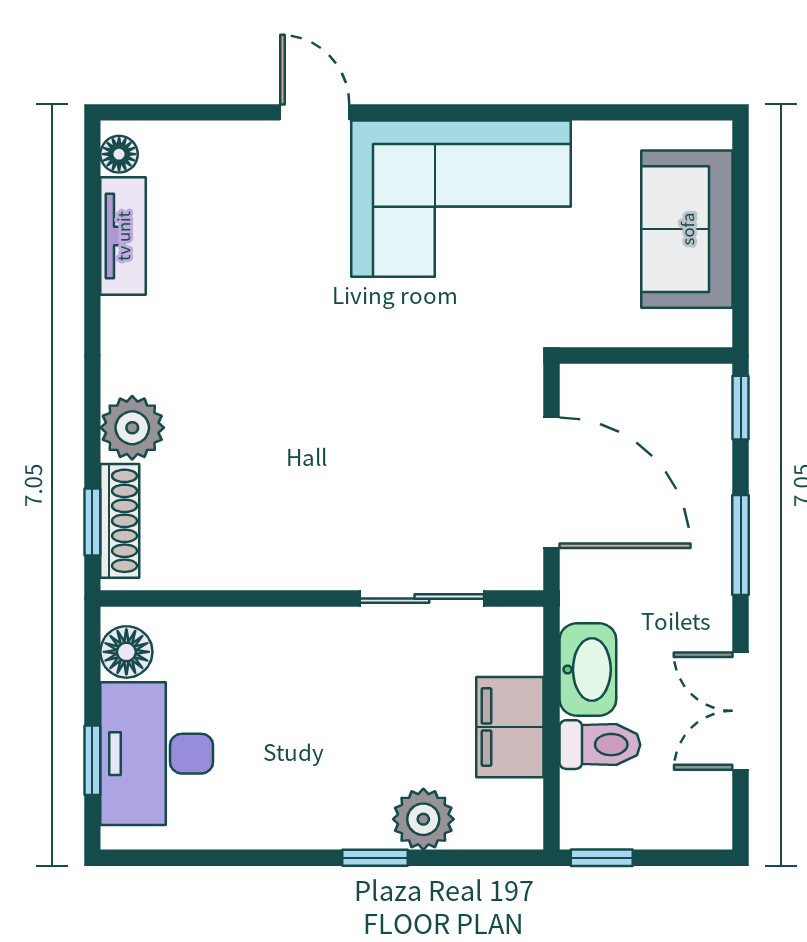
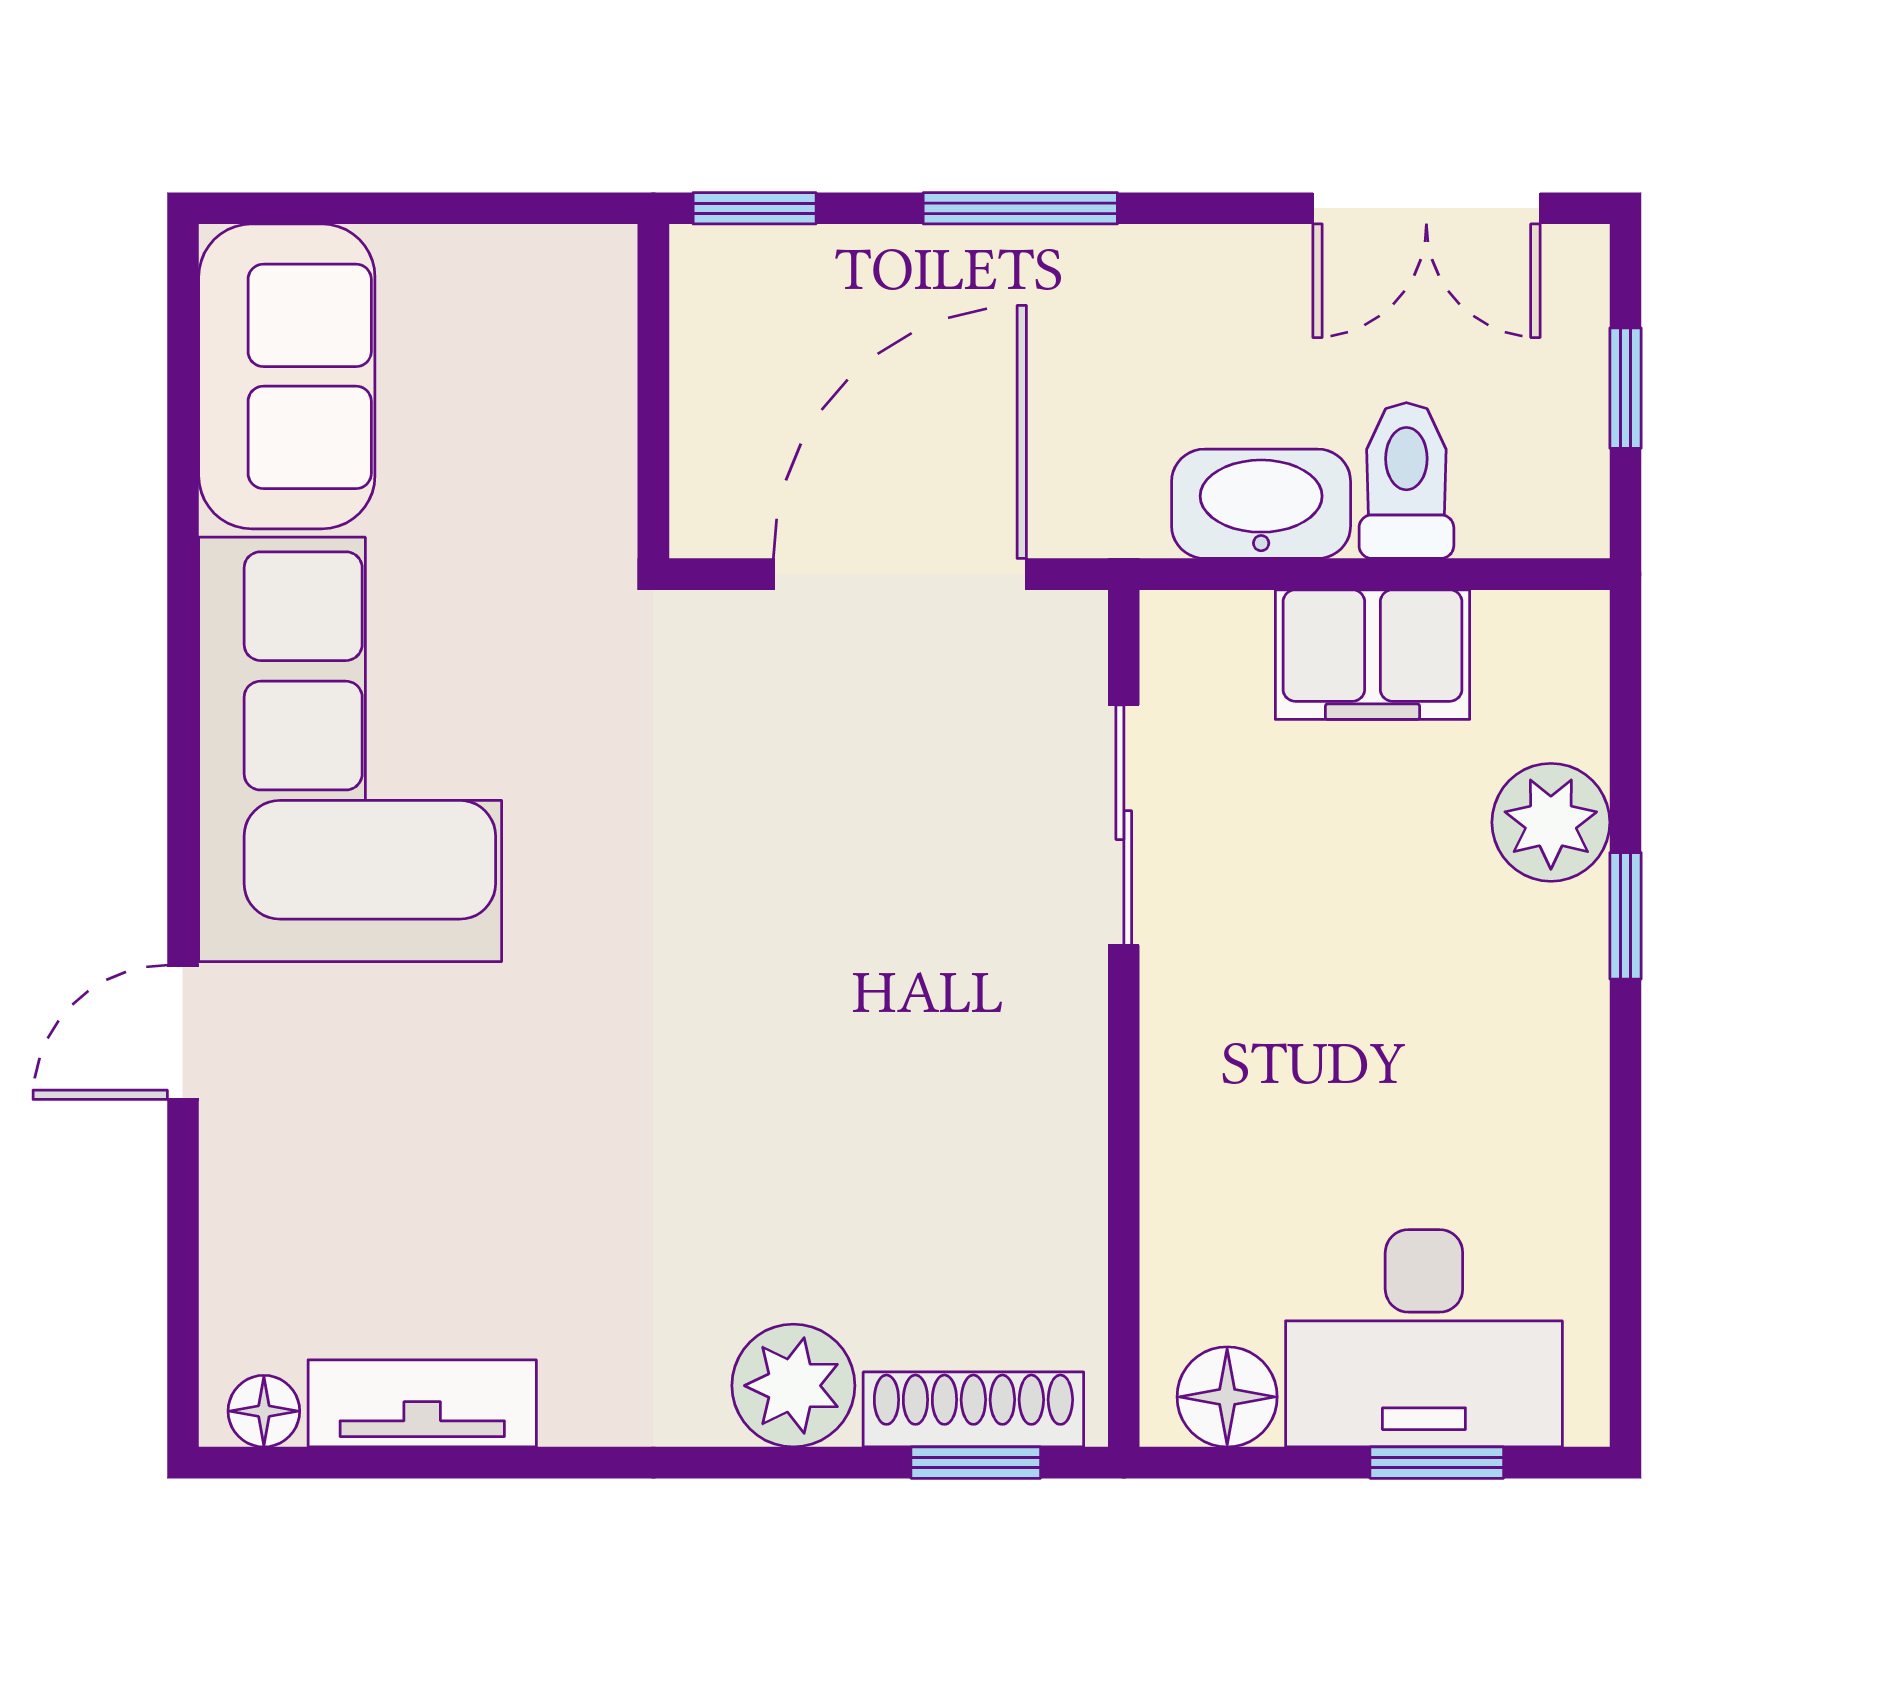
sofa: (687, 229) -> (287, 376), moved, turned -90
double door: (741, 711) -> (1426, 208), moved
window: (602, 858) -> (1626, 388), moved

